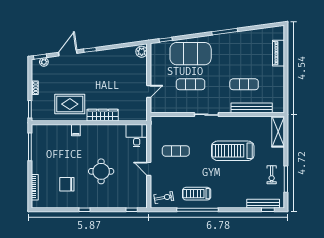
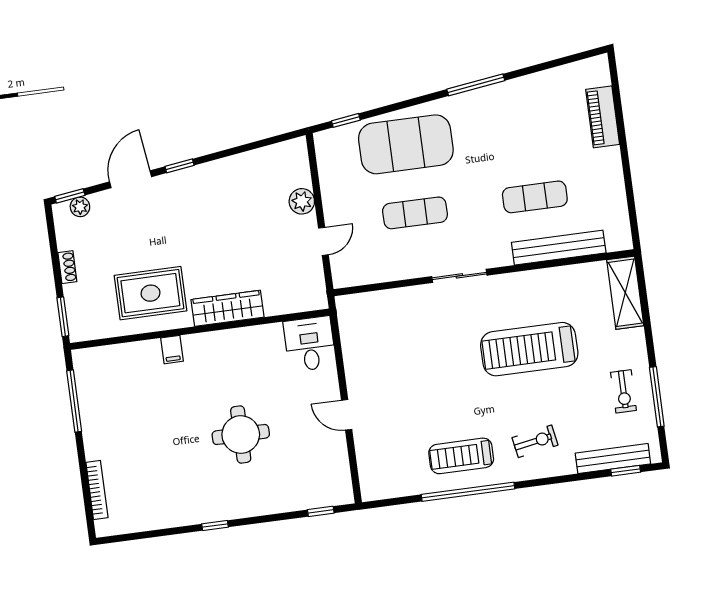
plant: (142, 52) -> (302, 201), moved
exercise mat: (176, 151) -> (402, 367), removed
chair: (67, 184) -> (168, 474), removed
exercise bike: (164, 198) -> (535, 441), moved

